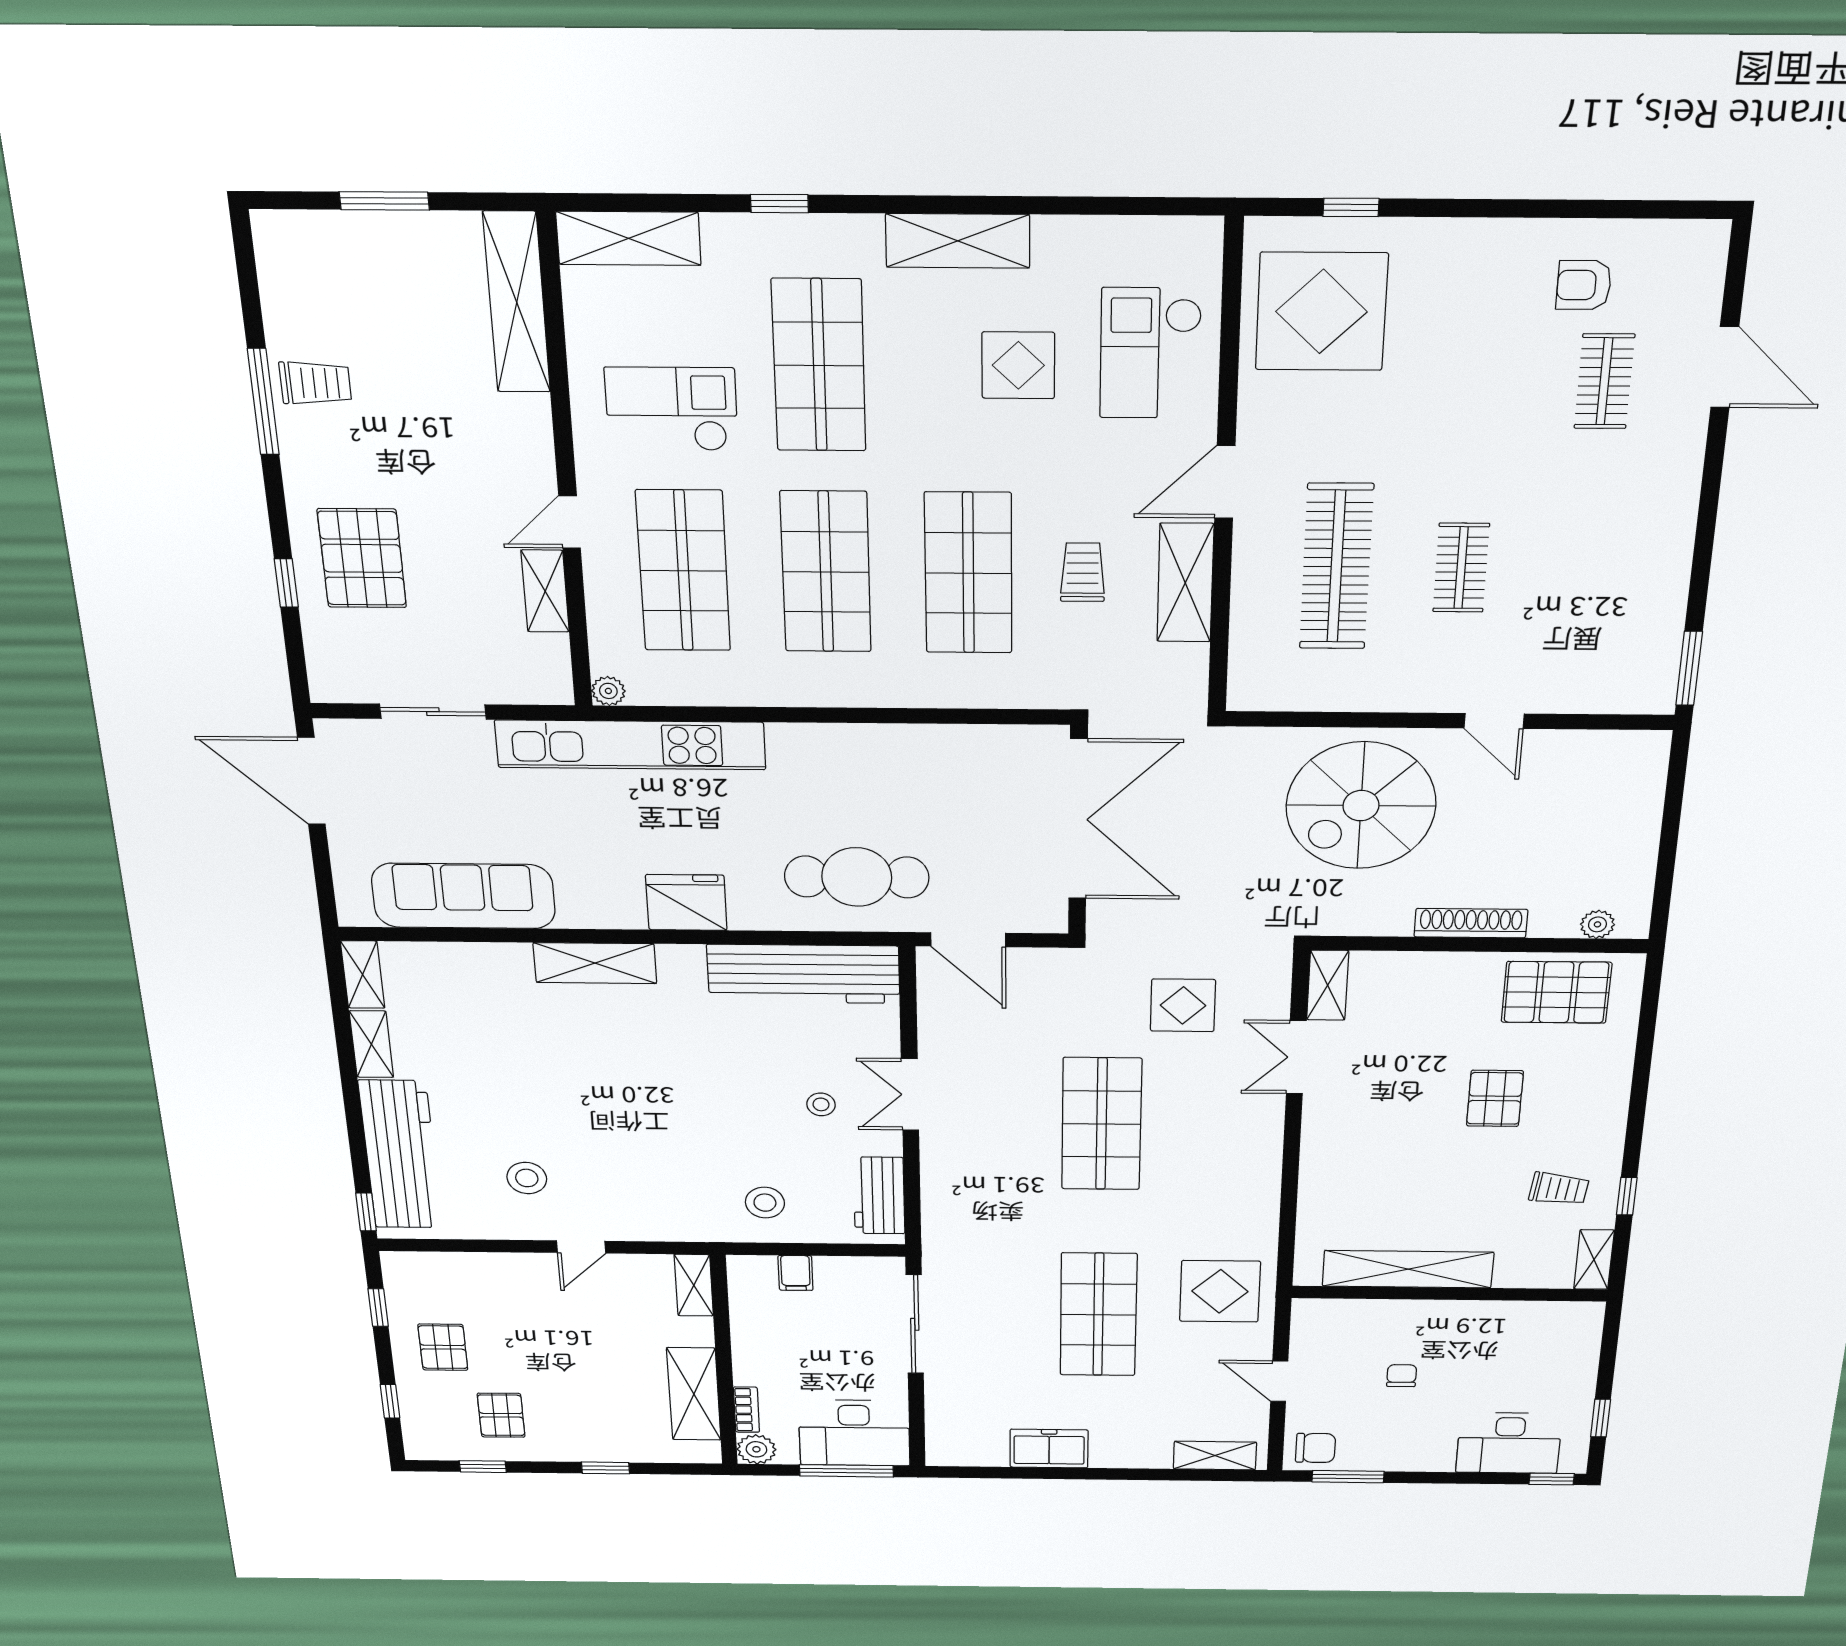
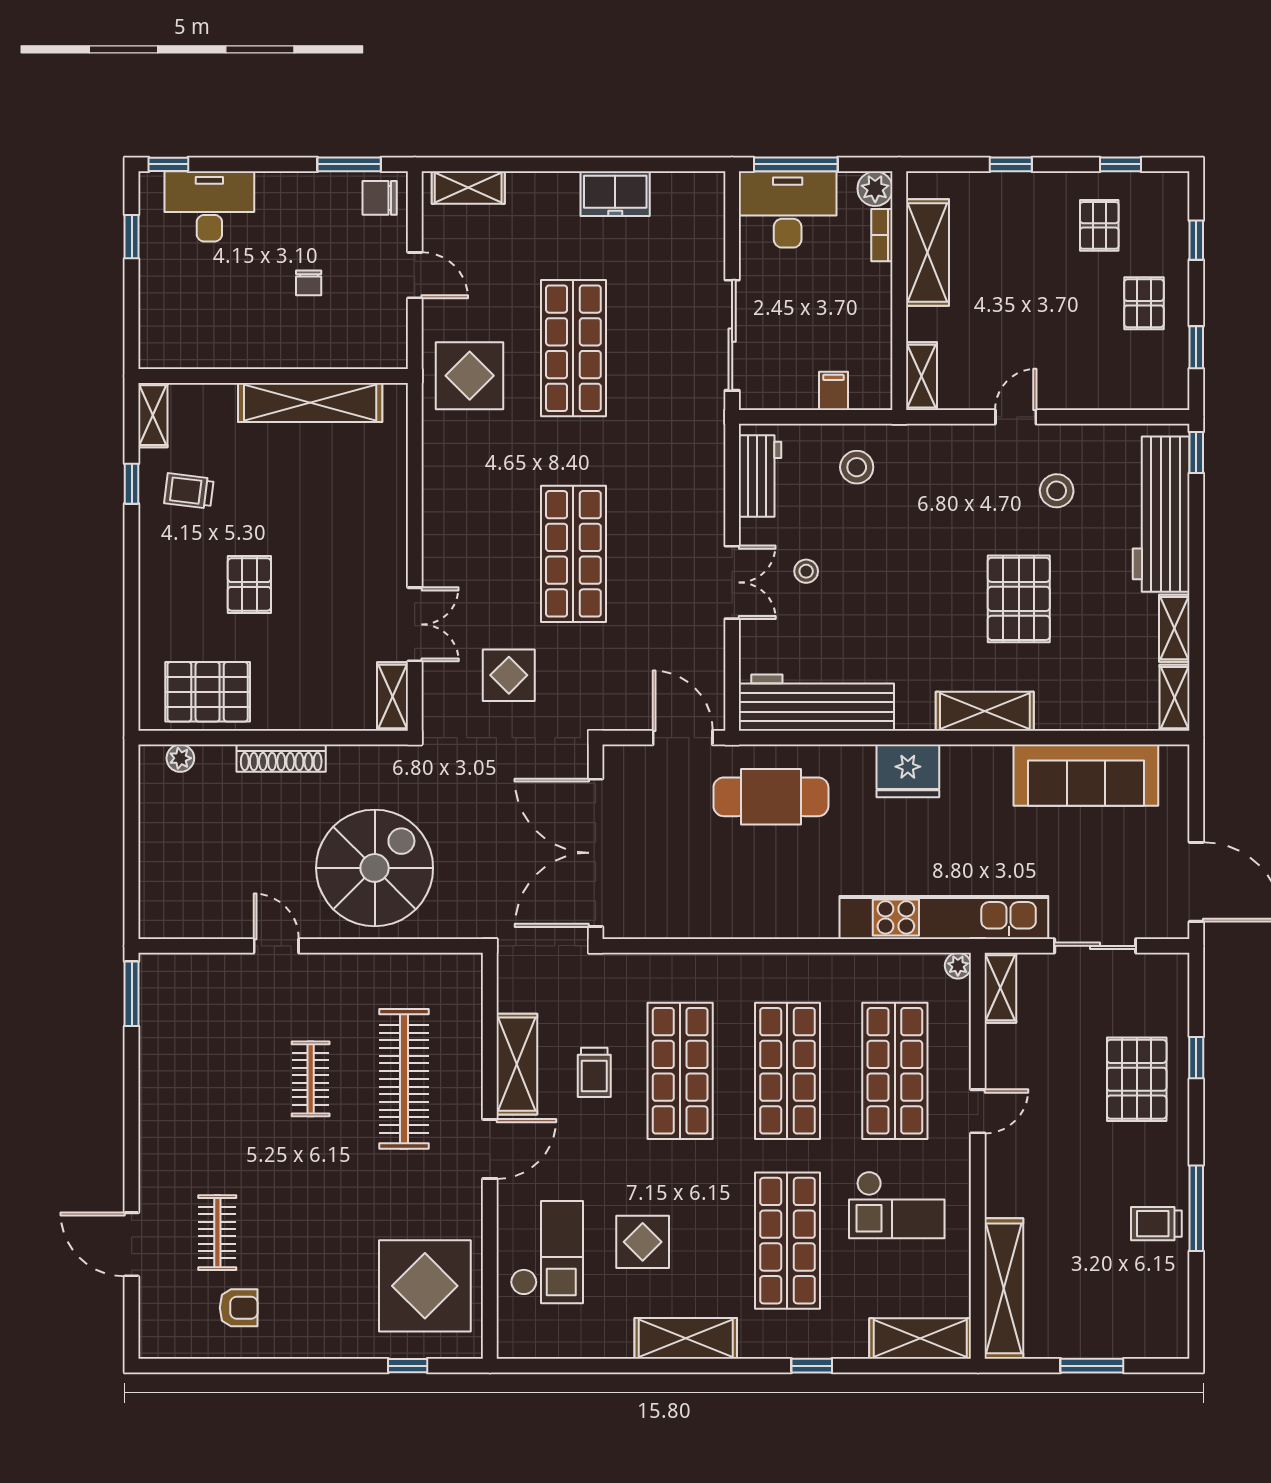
shelving: (545, 591) -> (1000, 988), moved
pallet: (563, 1075) -> (1019, 599), added

